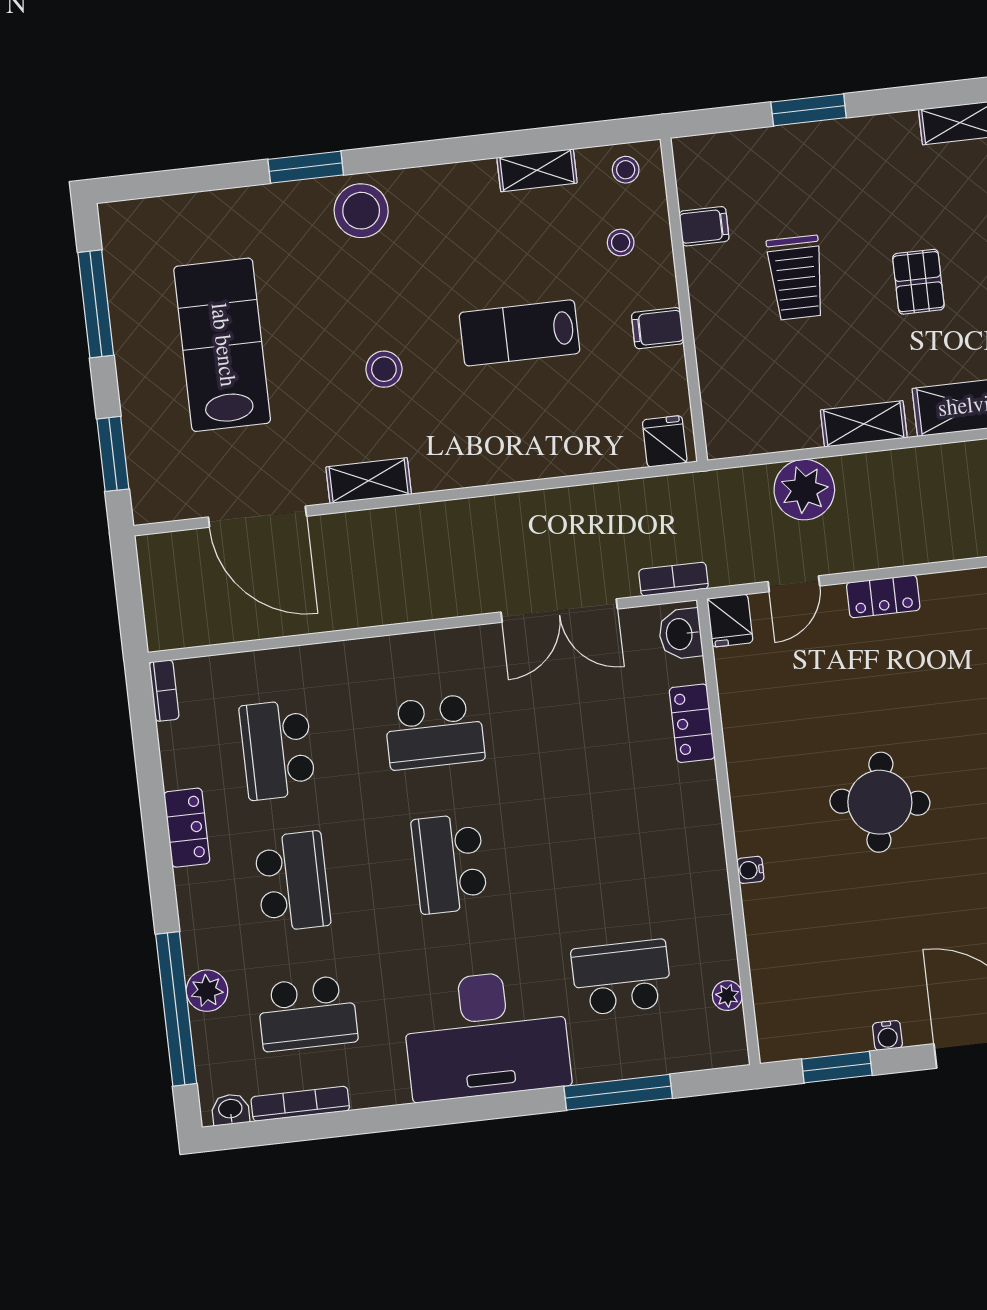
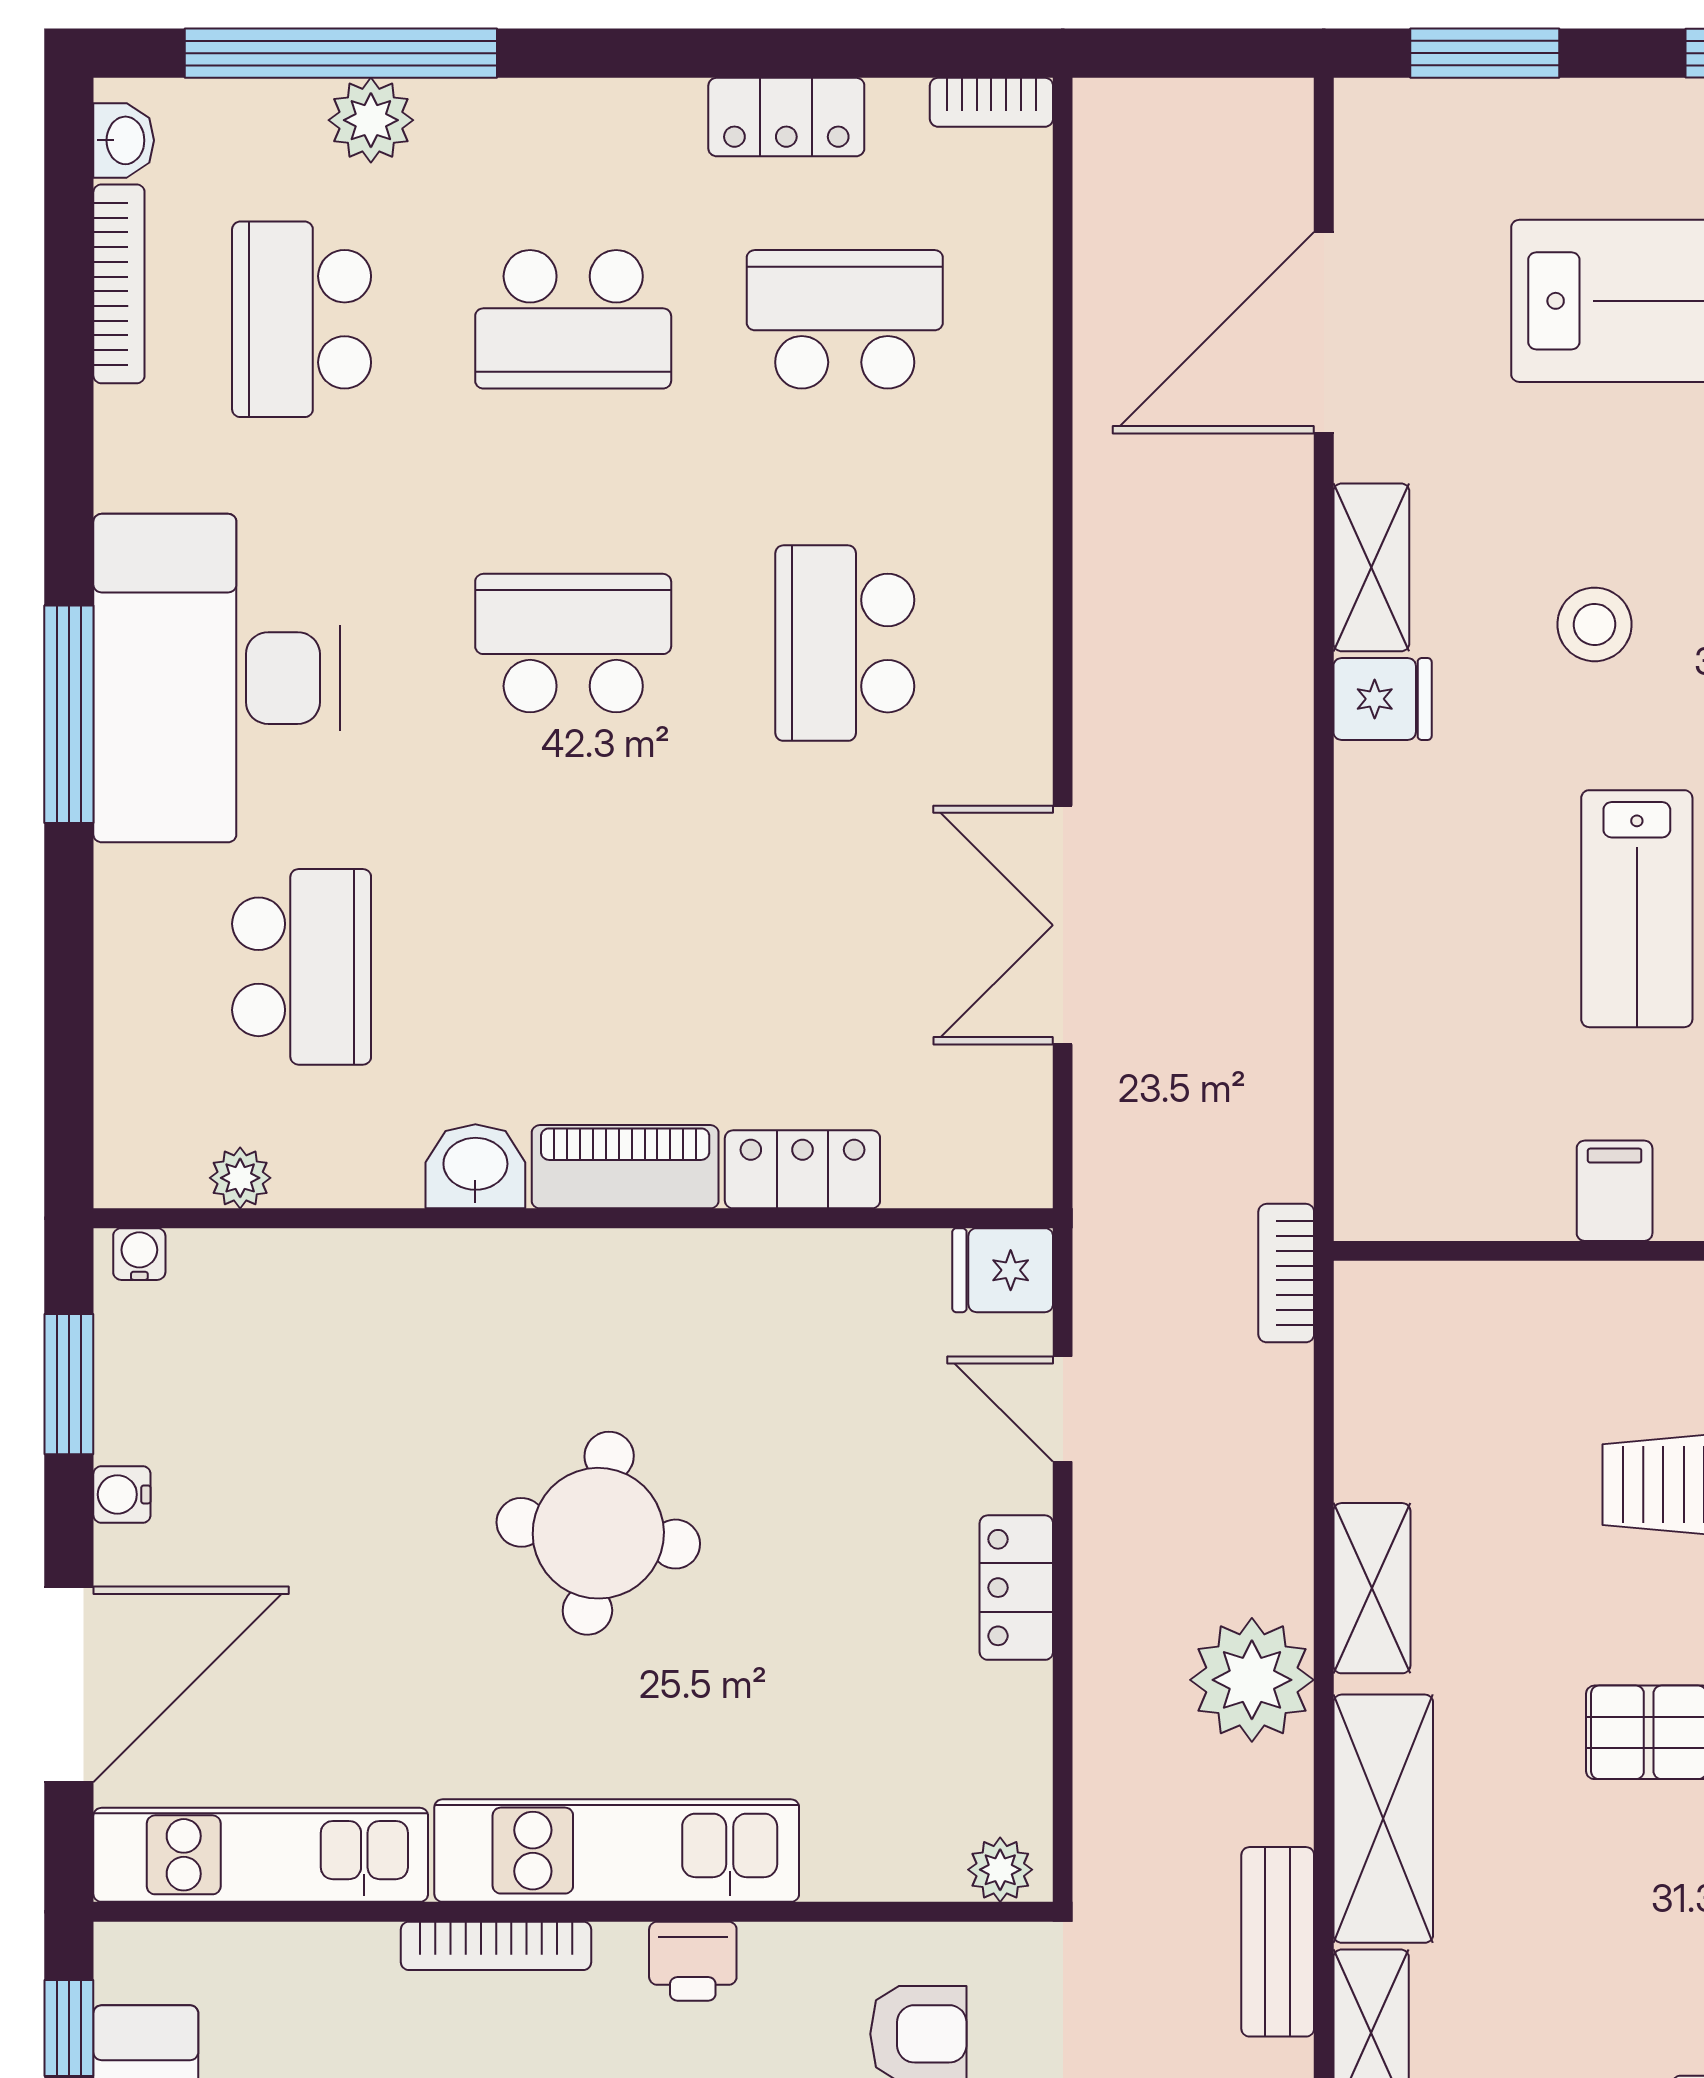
lab bench: (520, 333) -> (1637, 909), turned 180
fridge: (665, 441) -> (1383, 699), moved
plant: (804, 490) -> (1252, 1680), moved
bookcase: (673, 579) -> (1286, 1273), moved, turned 180
washbasin: (680, 634) -> (475, 1166), moved
piano: (701, 809) -> (625, 1167), added
locker: (187, 828) -> (786, 117), moved
water cooler: (750, 870) -> (139, 1254), moved
window: (618, 1092) -> (69, 714), moved

